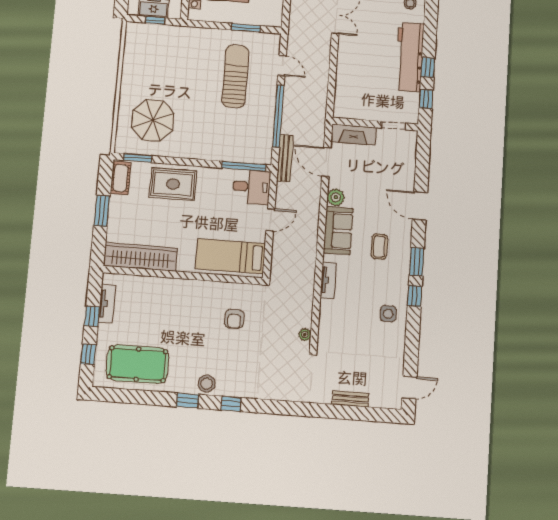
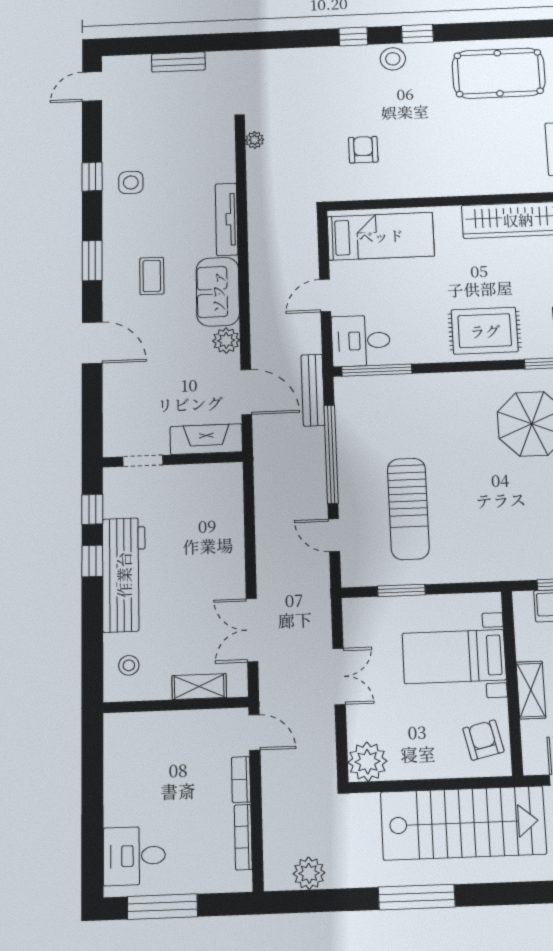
tv unit: (328, 280) -> (227, 219), width x1.41
window: (415, 296) -> (92, 177), moved

